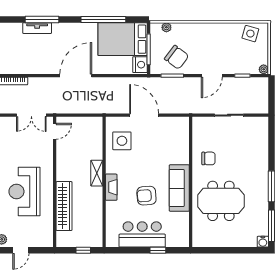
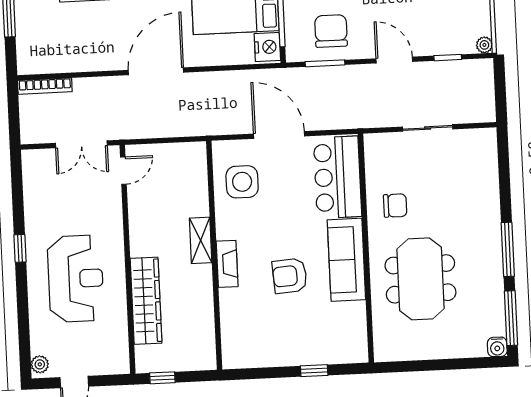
chair: (177, 57) -> (331, 31), turned -127
door: (212, 76) -> (394, 60), swing flipped
reception desk: (24, 192) -> (76, 279), turned 180
meeting table: (221, 201) -> (420, 279), turned 90
bar counter: (142, 234) -> (338, 177), moved, turned -90
window: (83, 250) -> (162, 378), moved

